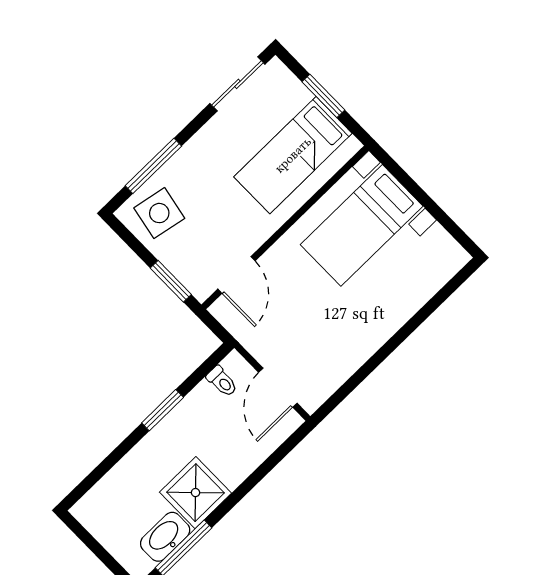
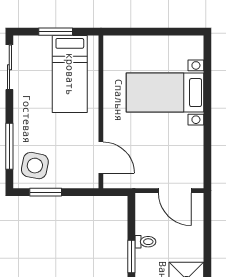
bed with nightstands: (362, 225) -> (165, 93), moved, turned 90
window: (171, 281) -> (46, 192), moved
toilet: (222, 381) -> (145, 242), moved

